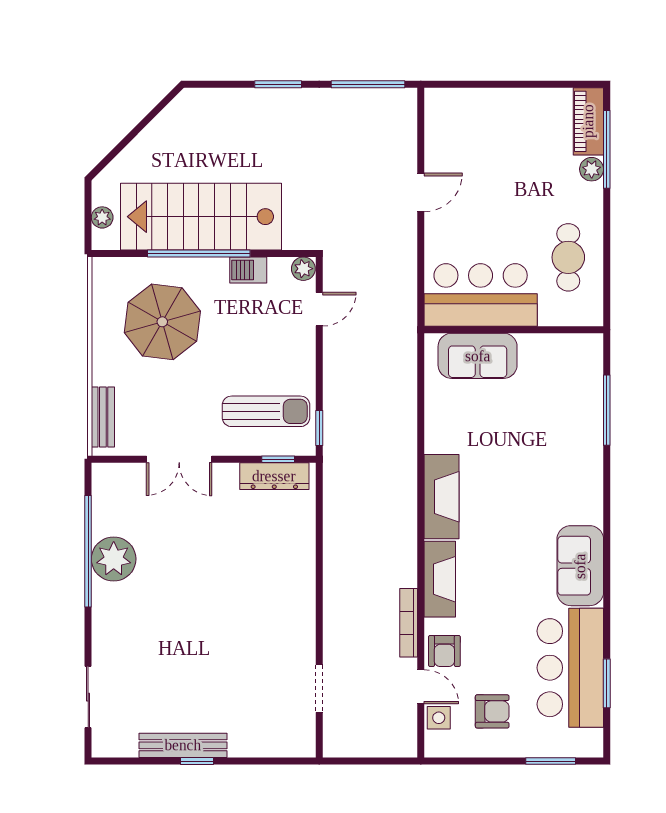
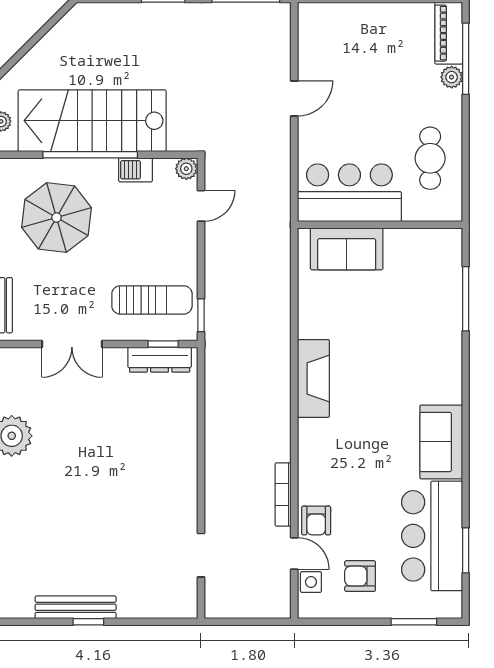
fireplace: (440, 579) -> (312, 454), removed
armchair: (492, 711) -> (360, 576), turned 180

